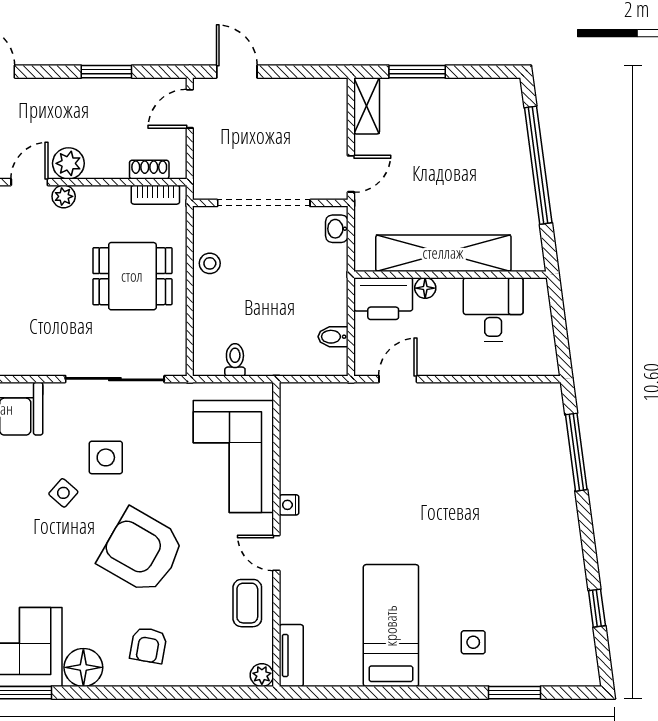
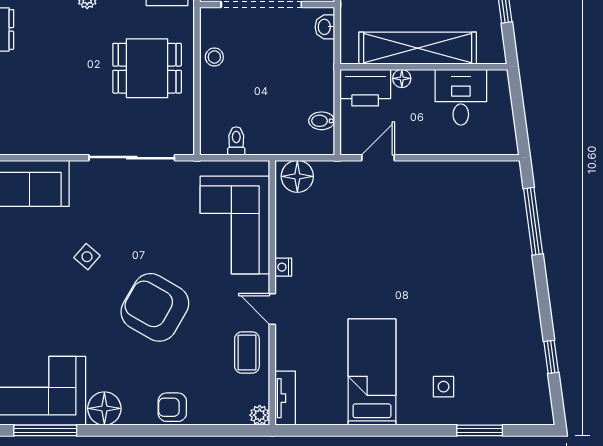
floor lamp: (305, 401) -> (297, 176), added
side table: (106, 457) -> (124, 226), removed
armchair: (148, 645) -> (172, 407), moved, turned 80

